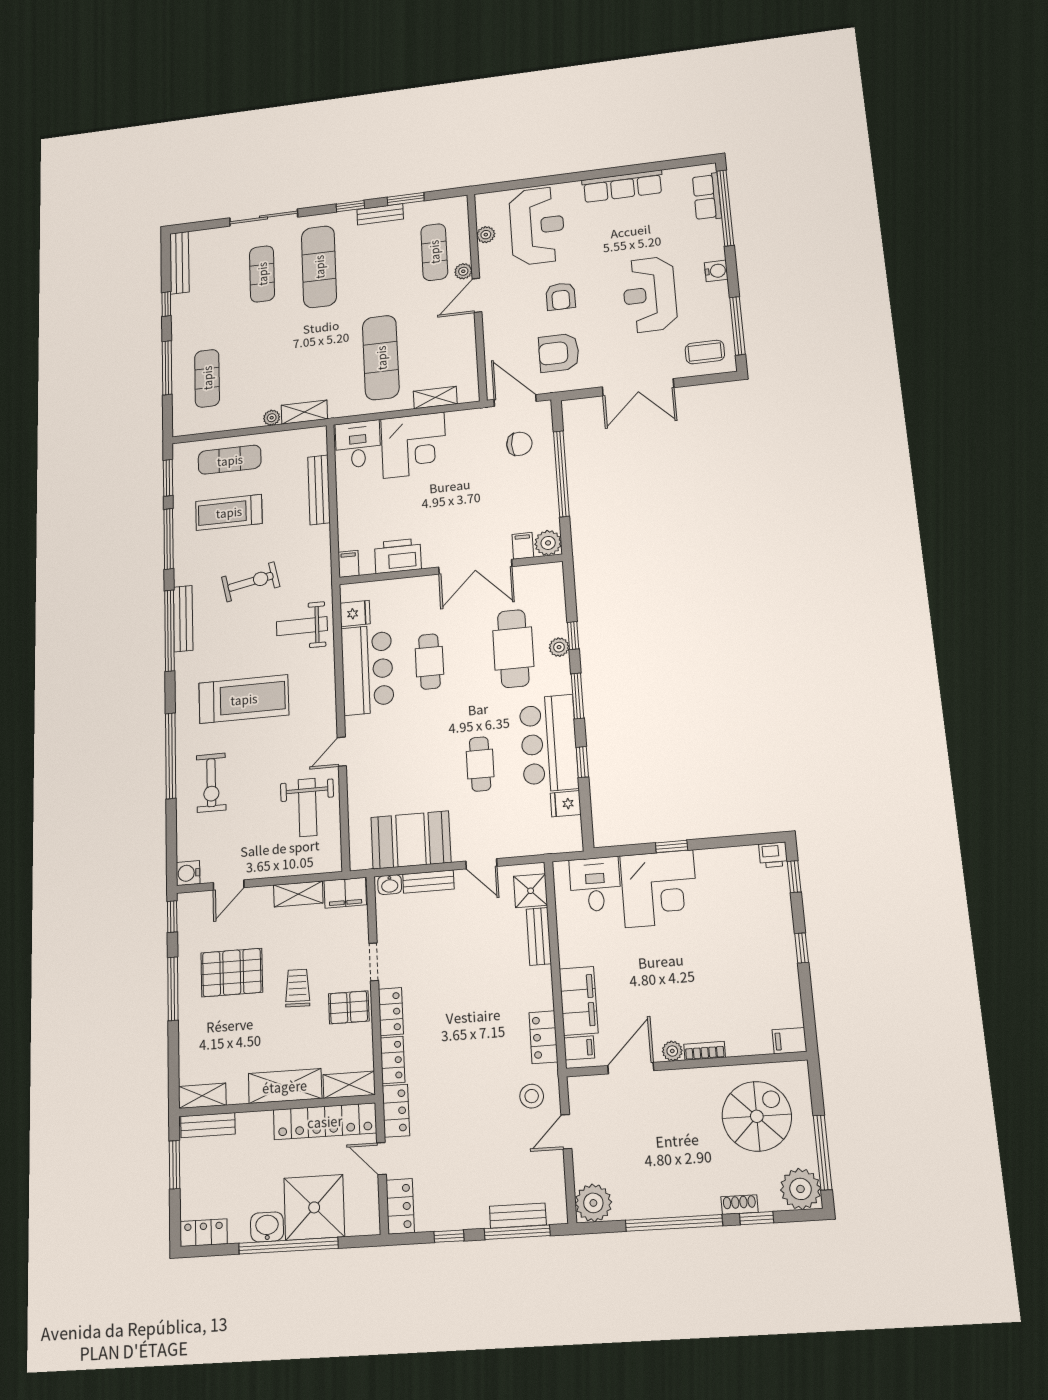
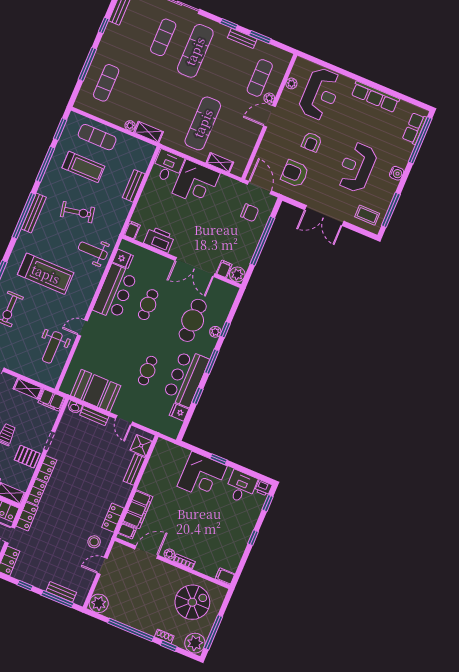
bench: (319, 490) -> (134, 186), width x0.73
treadmill: (229, 512) -> (83, 167), turned 180
desk: (595, 884) -> (241, 487), moved

